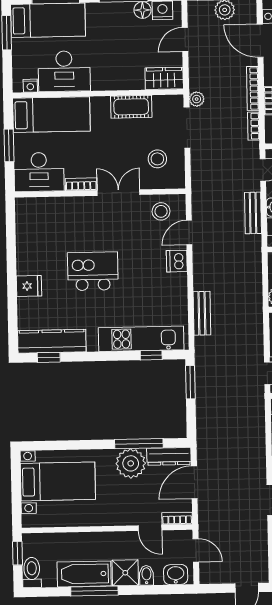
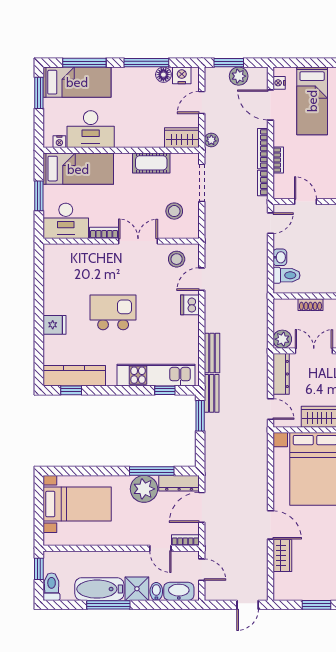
plant: (197, 99) -> (211, 140), moved
bench: (253, 213) -> (212, 393), moved
washbasin: (176, 575) -> (179, 591), width x1.38

